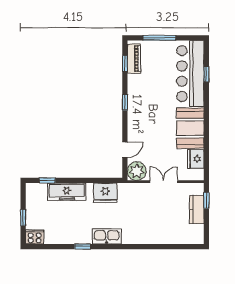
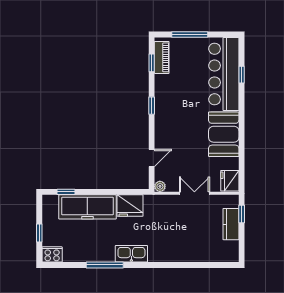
fridge: (196, 159) -> (230, 181), moved
plant: (137, 171) -> (160, 186), width x0.53, depth x0.53
freezer: (67, 192) -> (87, 207), width x1.36, depth x1.26
window: (82, 247) -> (105, 265), width x2.17

